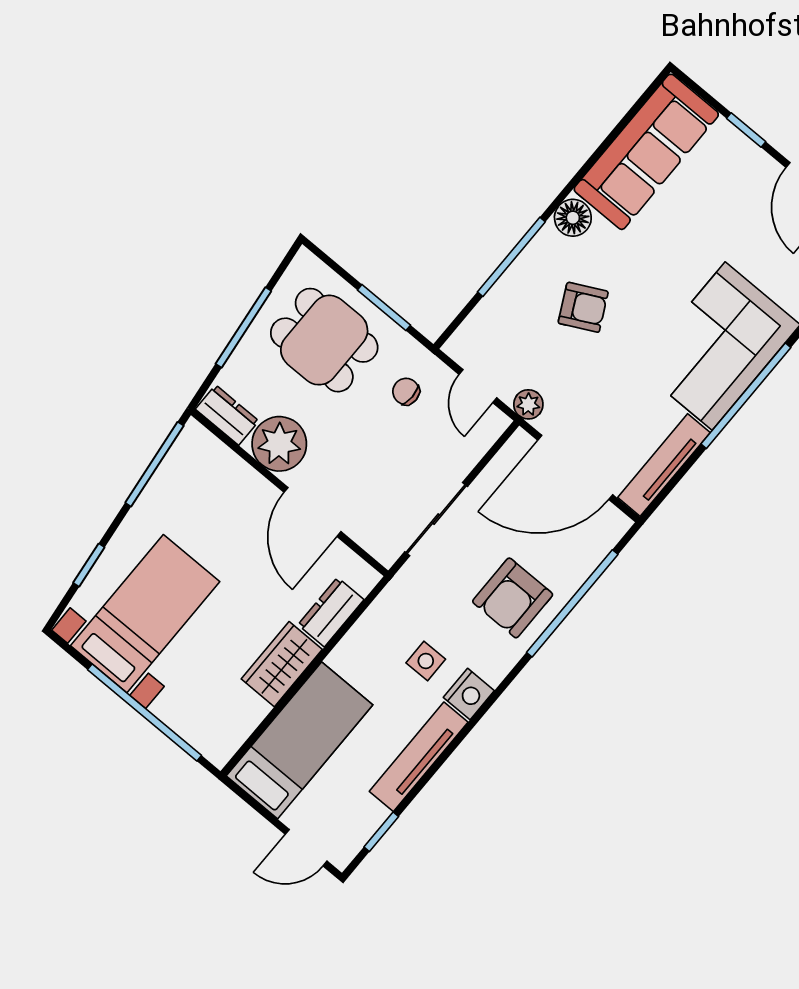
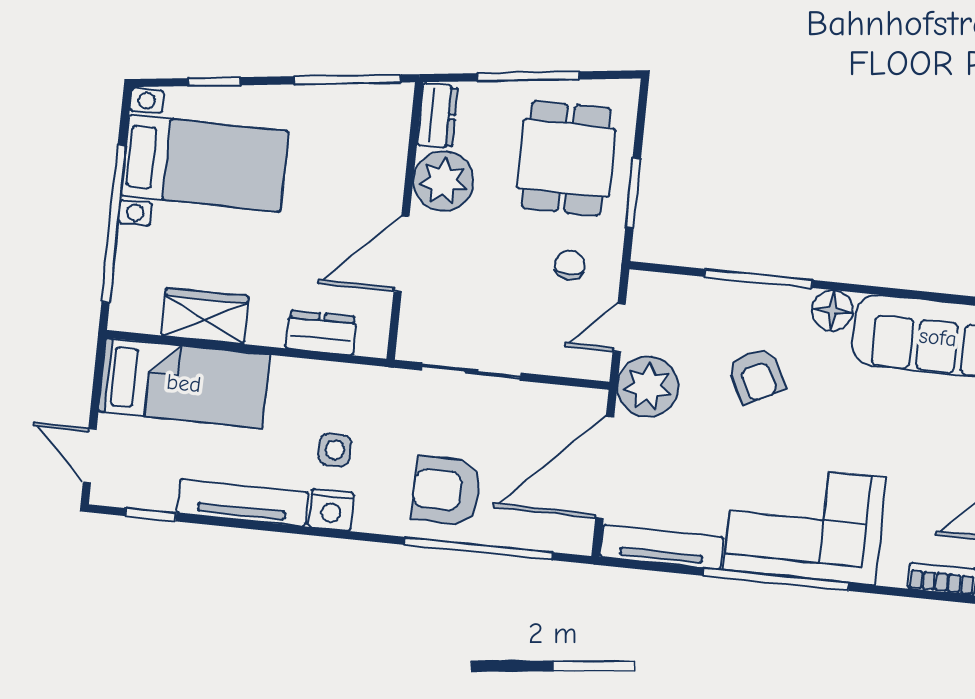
plant: (528, 404) -> (648, 387), width x1.88, depth x1.88
door: (575, 467) -> (605, 467), hinge flipped
wardrobe: (282, 664) -> (205, 316), moved

